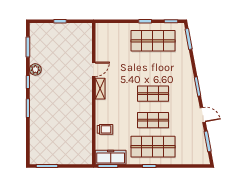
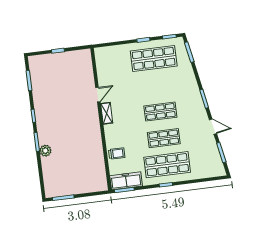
plant: (35, 69) -> (45, 151), moved

